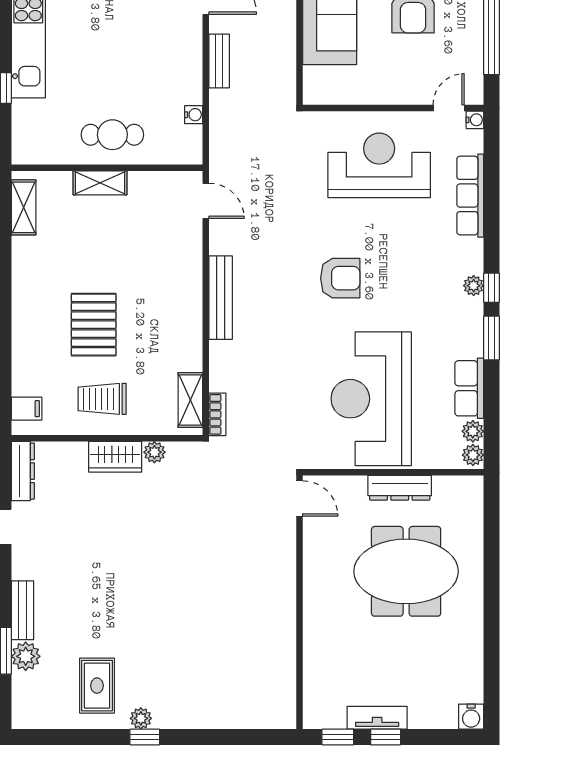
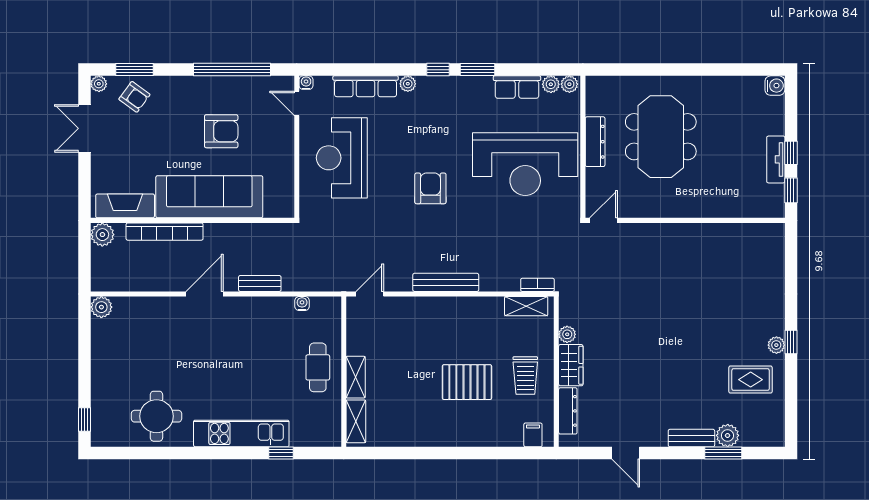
shelving: (24, 207) -> (356, 421), moved, turned 90
plant: (474, 286) -> (408, 84), moved
dresser: (23, 471) -> (568, 411), moved, turned 90

